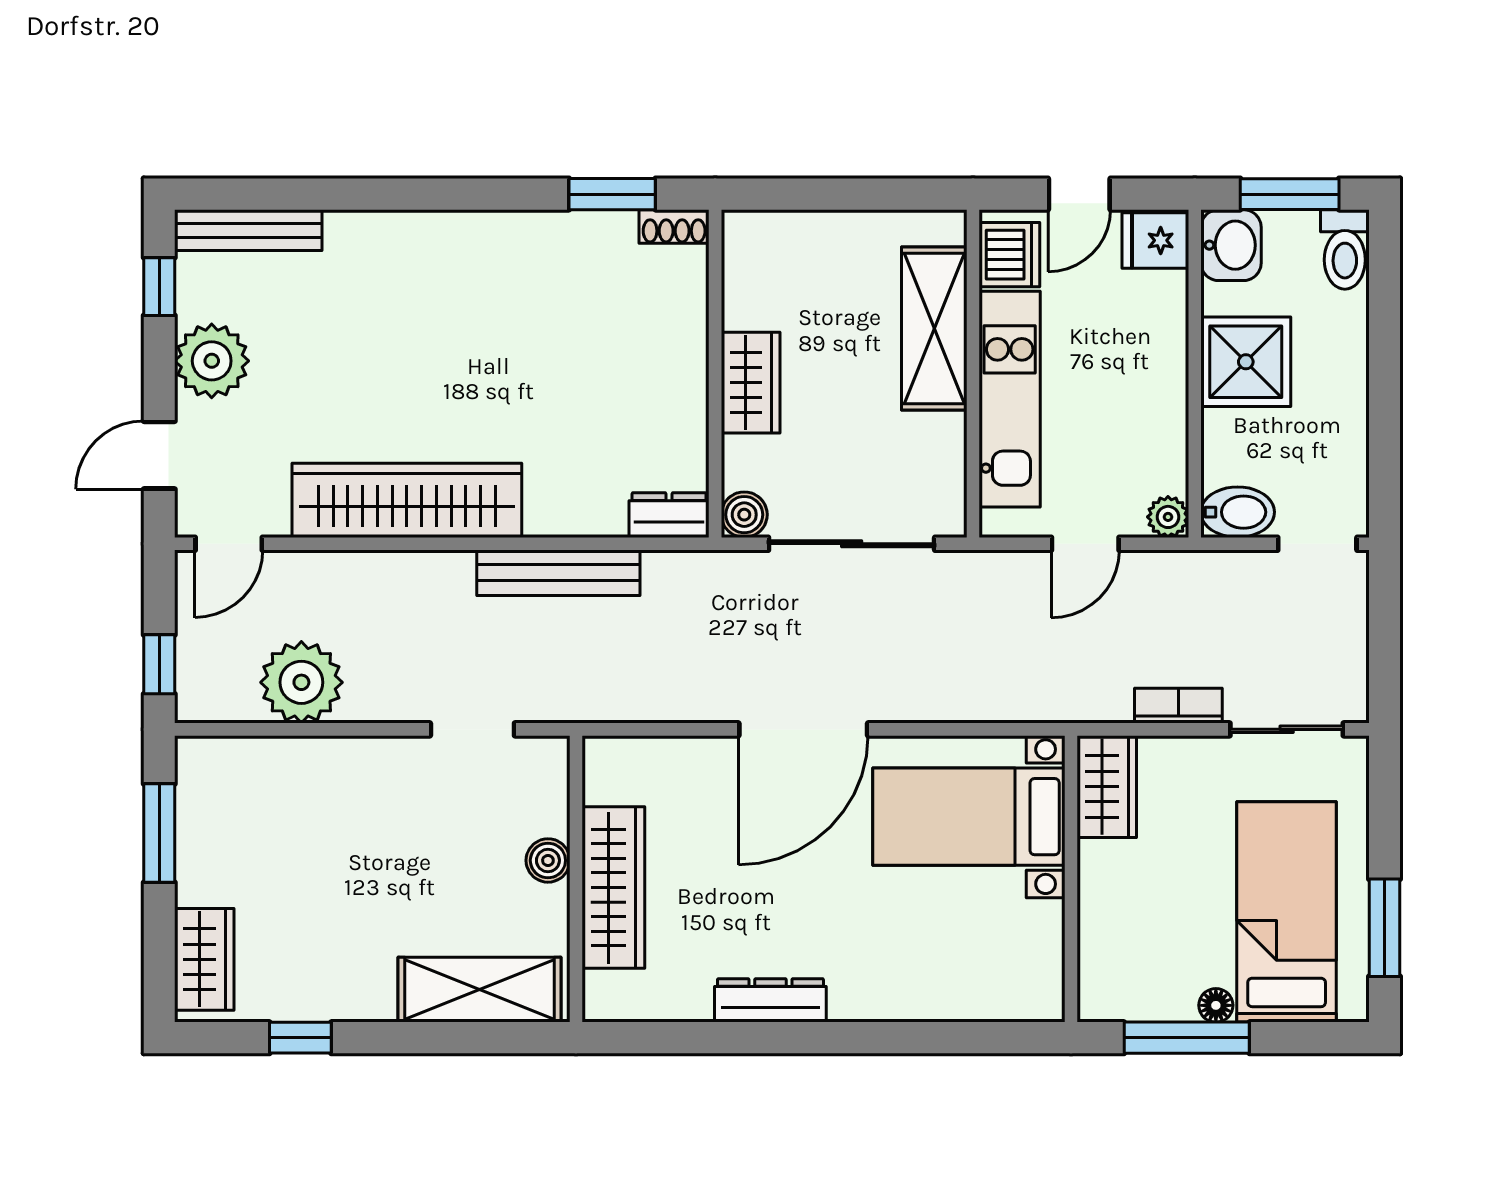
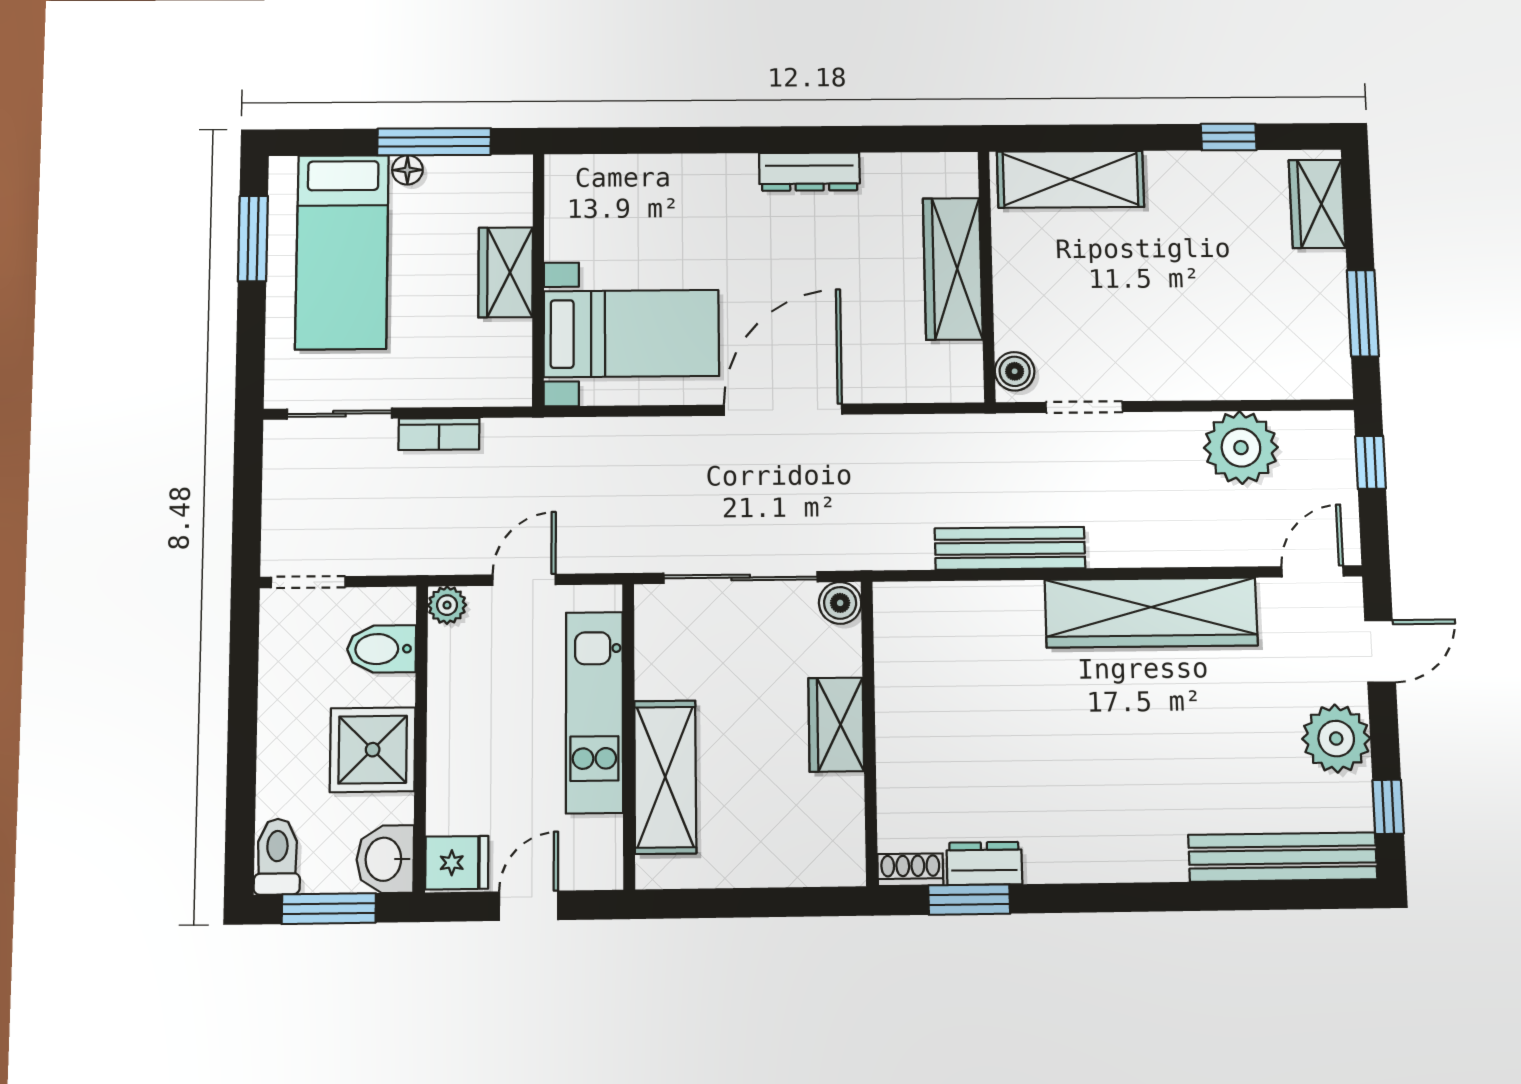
bench: (248, 230) -> (1283, 857), width x1.37, depth x1.21
dishwasher: (1009, 255) -> (595, 847), removed
bidet: (1238, 512) -> (382, 649), moved
dresser: (669, 515) -> (984, 863), moved, turned 180
wardrobe: (1107, 787) -> (506, 272), moved
boiler: (548, 860) -> (1015, 371), moved

